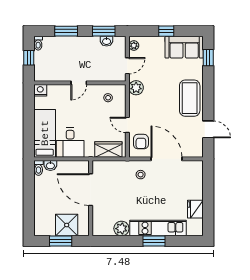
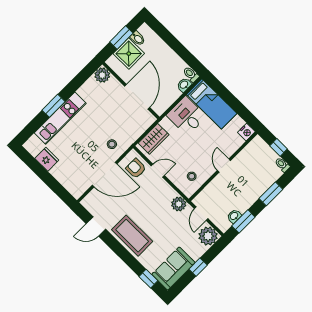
plant: (134, 46) -> (208, 236), width x1.88, depth x1.88
door: (91, 190) -> (137, 97), hinge flipped
bidet: (50, 229) -> (138, 38), added
plant: (121, 229) -> (102, 75), moved

